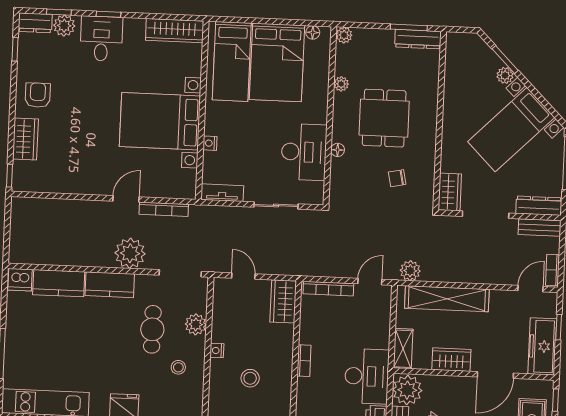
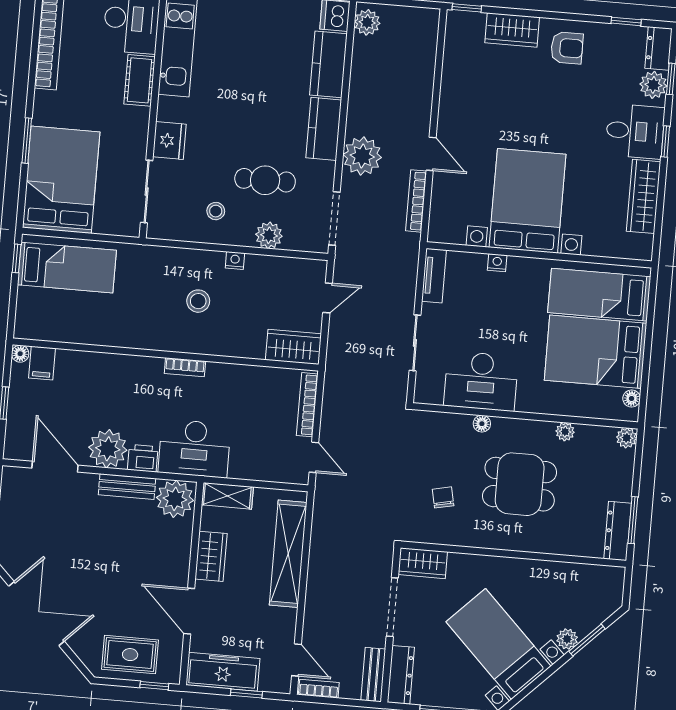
wardrobe: (175, 31) -> (644, 196), moved
plant: (410, 271) -> (367, 22), moved
bookcase: (304, 361) -> (185, 367), moved

